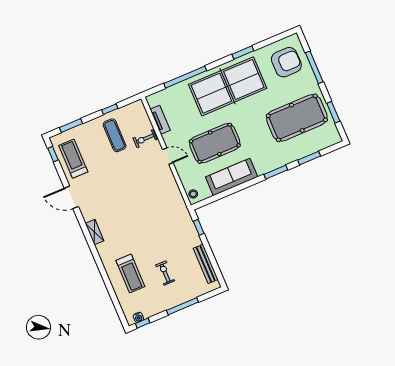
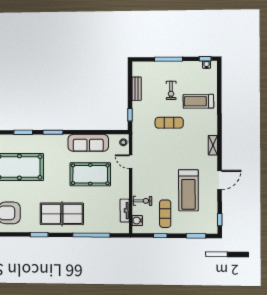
table tennis table: (228, 86) -> (62, 214), width x0.73, depth x0.76
water cooler: (142, 115) -> (137, 221), added
door: (168, 156) -> (131, 162), moved
treadmill: (73, 159) -> (188, 190), moved, width x1.37, depth x1.38
door: (71, 197) -> (220, 180), hinge flipped
exercise mat: (152, 237) -> (169, 123), added
bench: (206, 264) -> (137, 89), width x0.73
treadmill: (130, 273) -> (198, 101), turned -90

